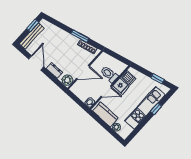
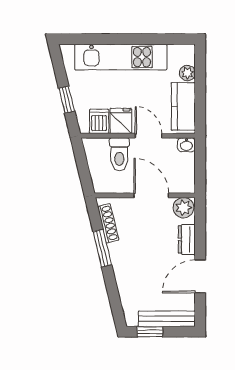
window: (158, 79) -> (67, 100), moved
window: (156, 109) -> (108, 39), removed

